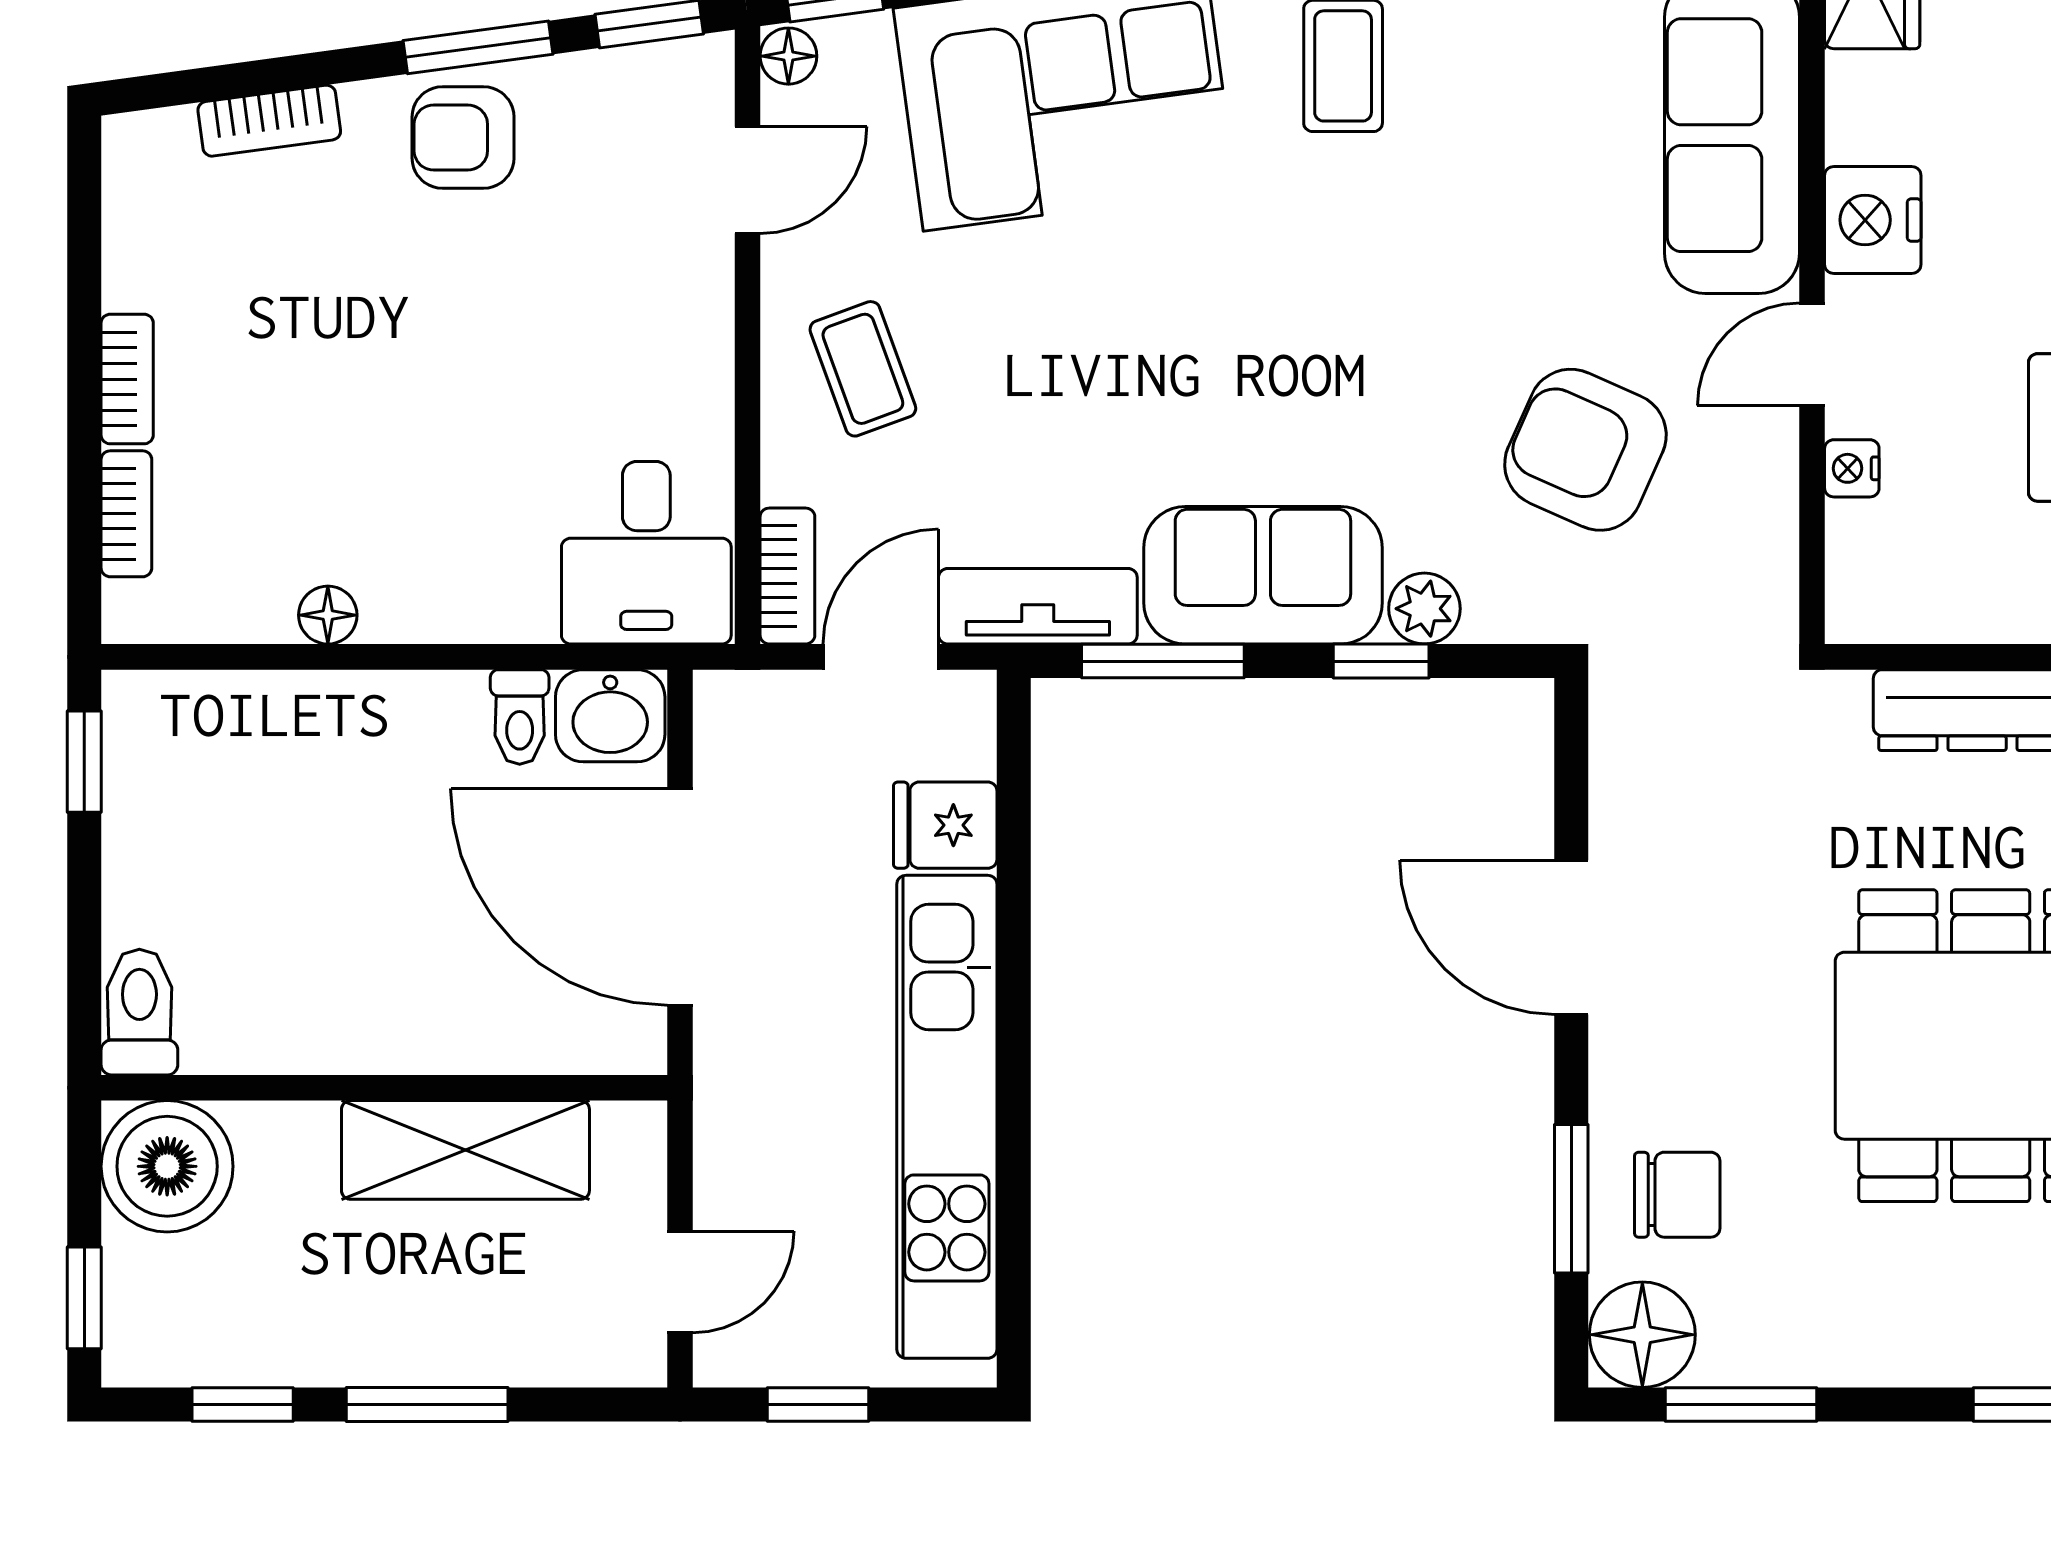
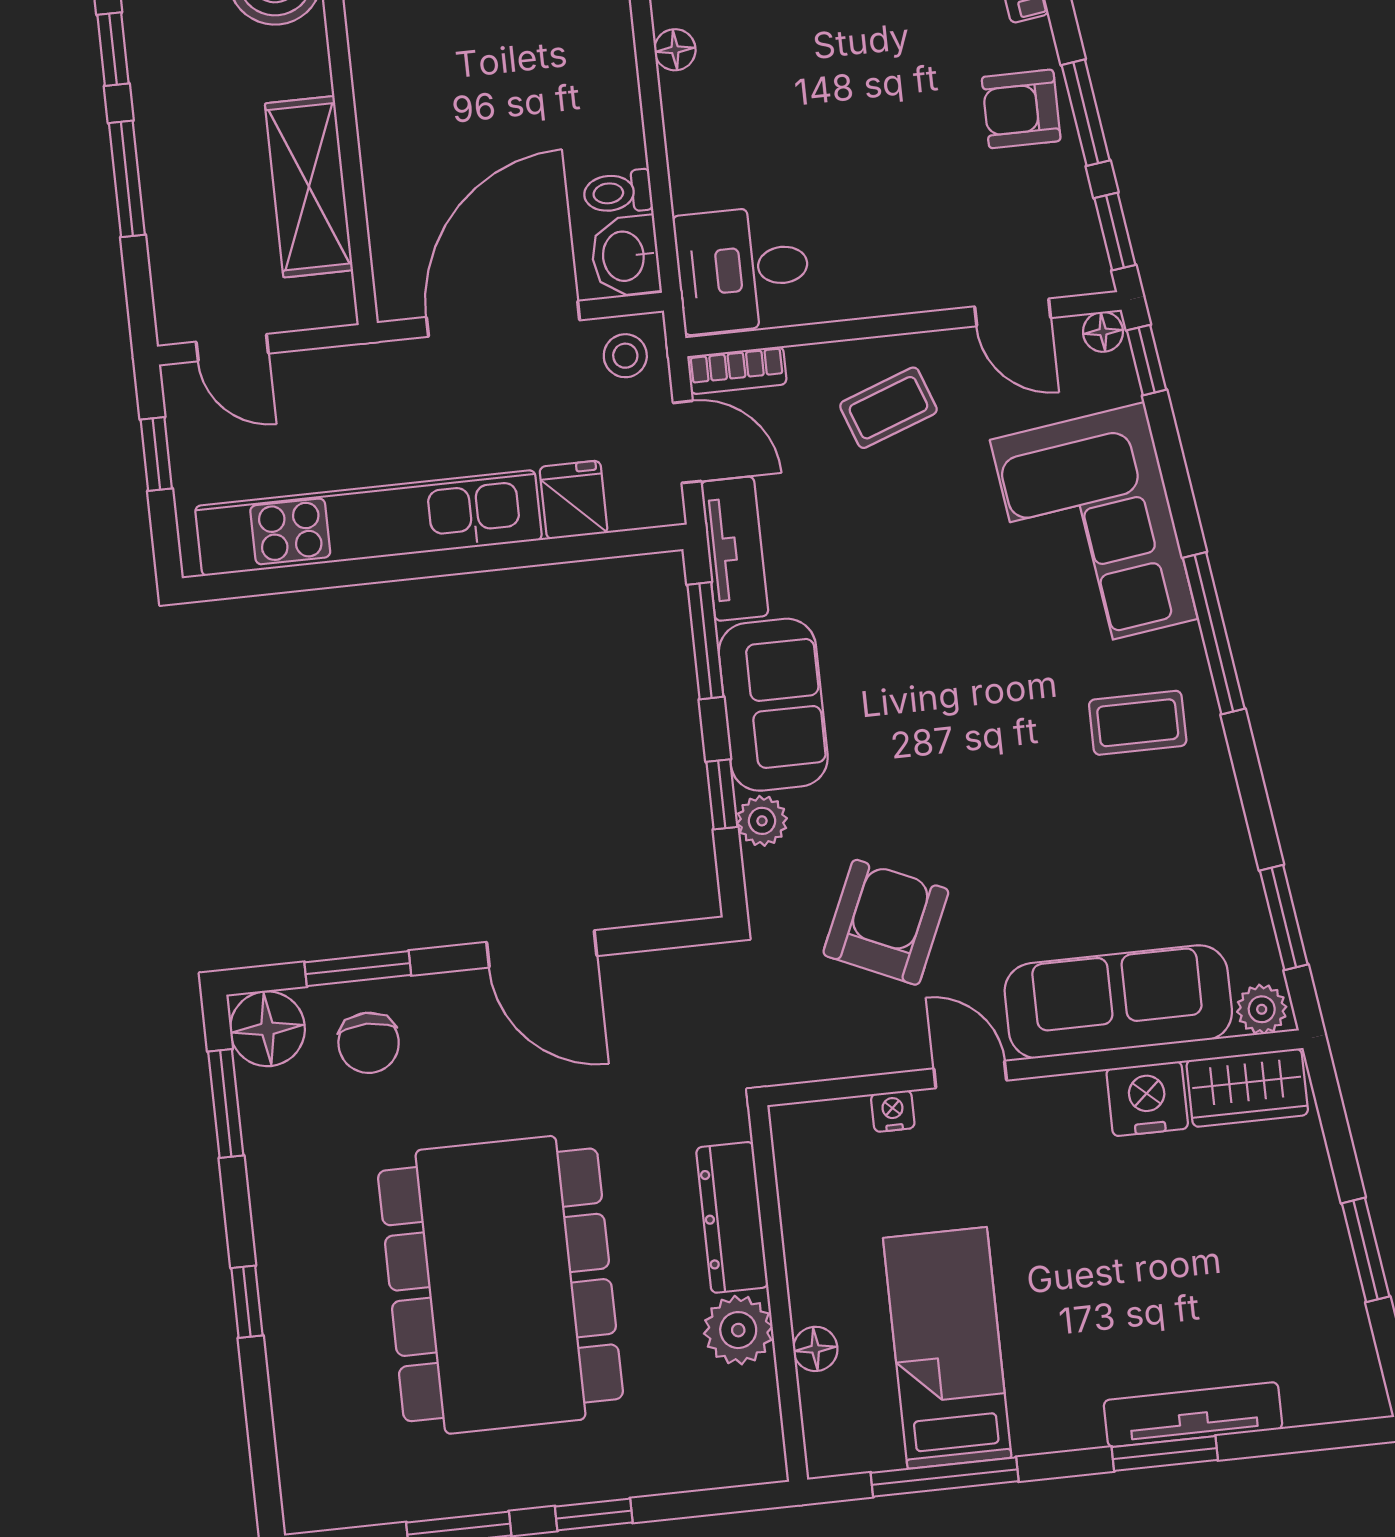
armchair: (463, 138) -> (1021, 109), turned -90
nightstand: (1873, 220) -> (1147, 1099), moved
stool: (750, 731) -> (625, 356), added
door: (1571, 937) -> (542, 949), swing flipped

